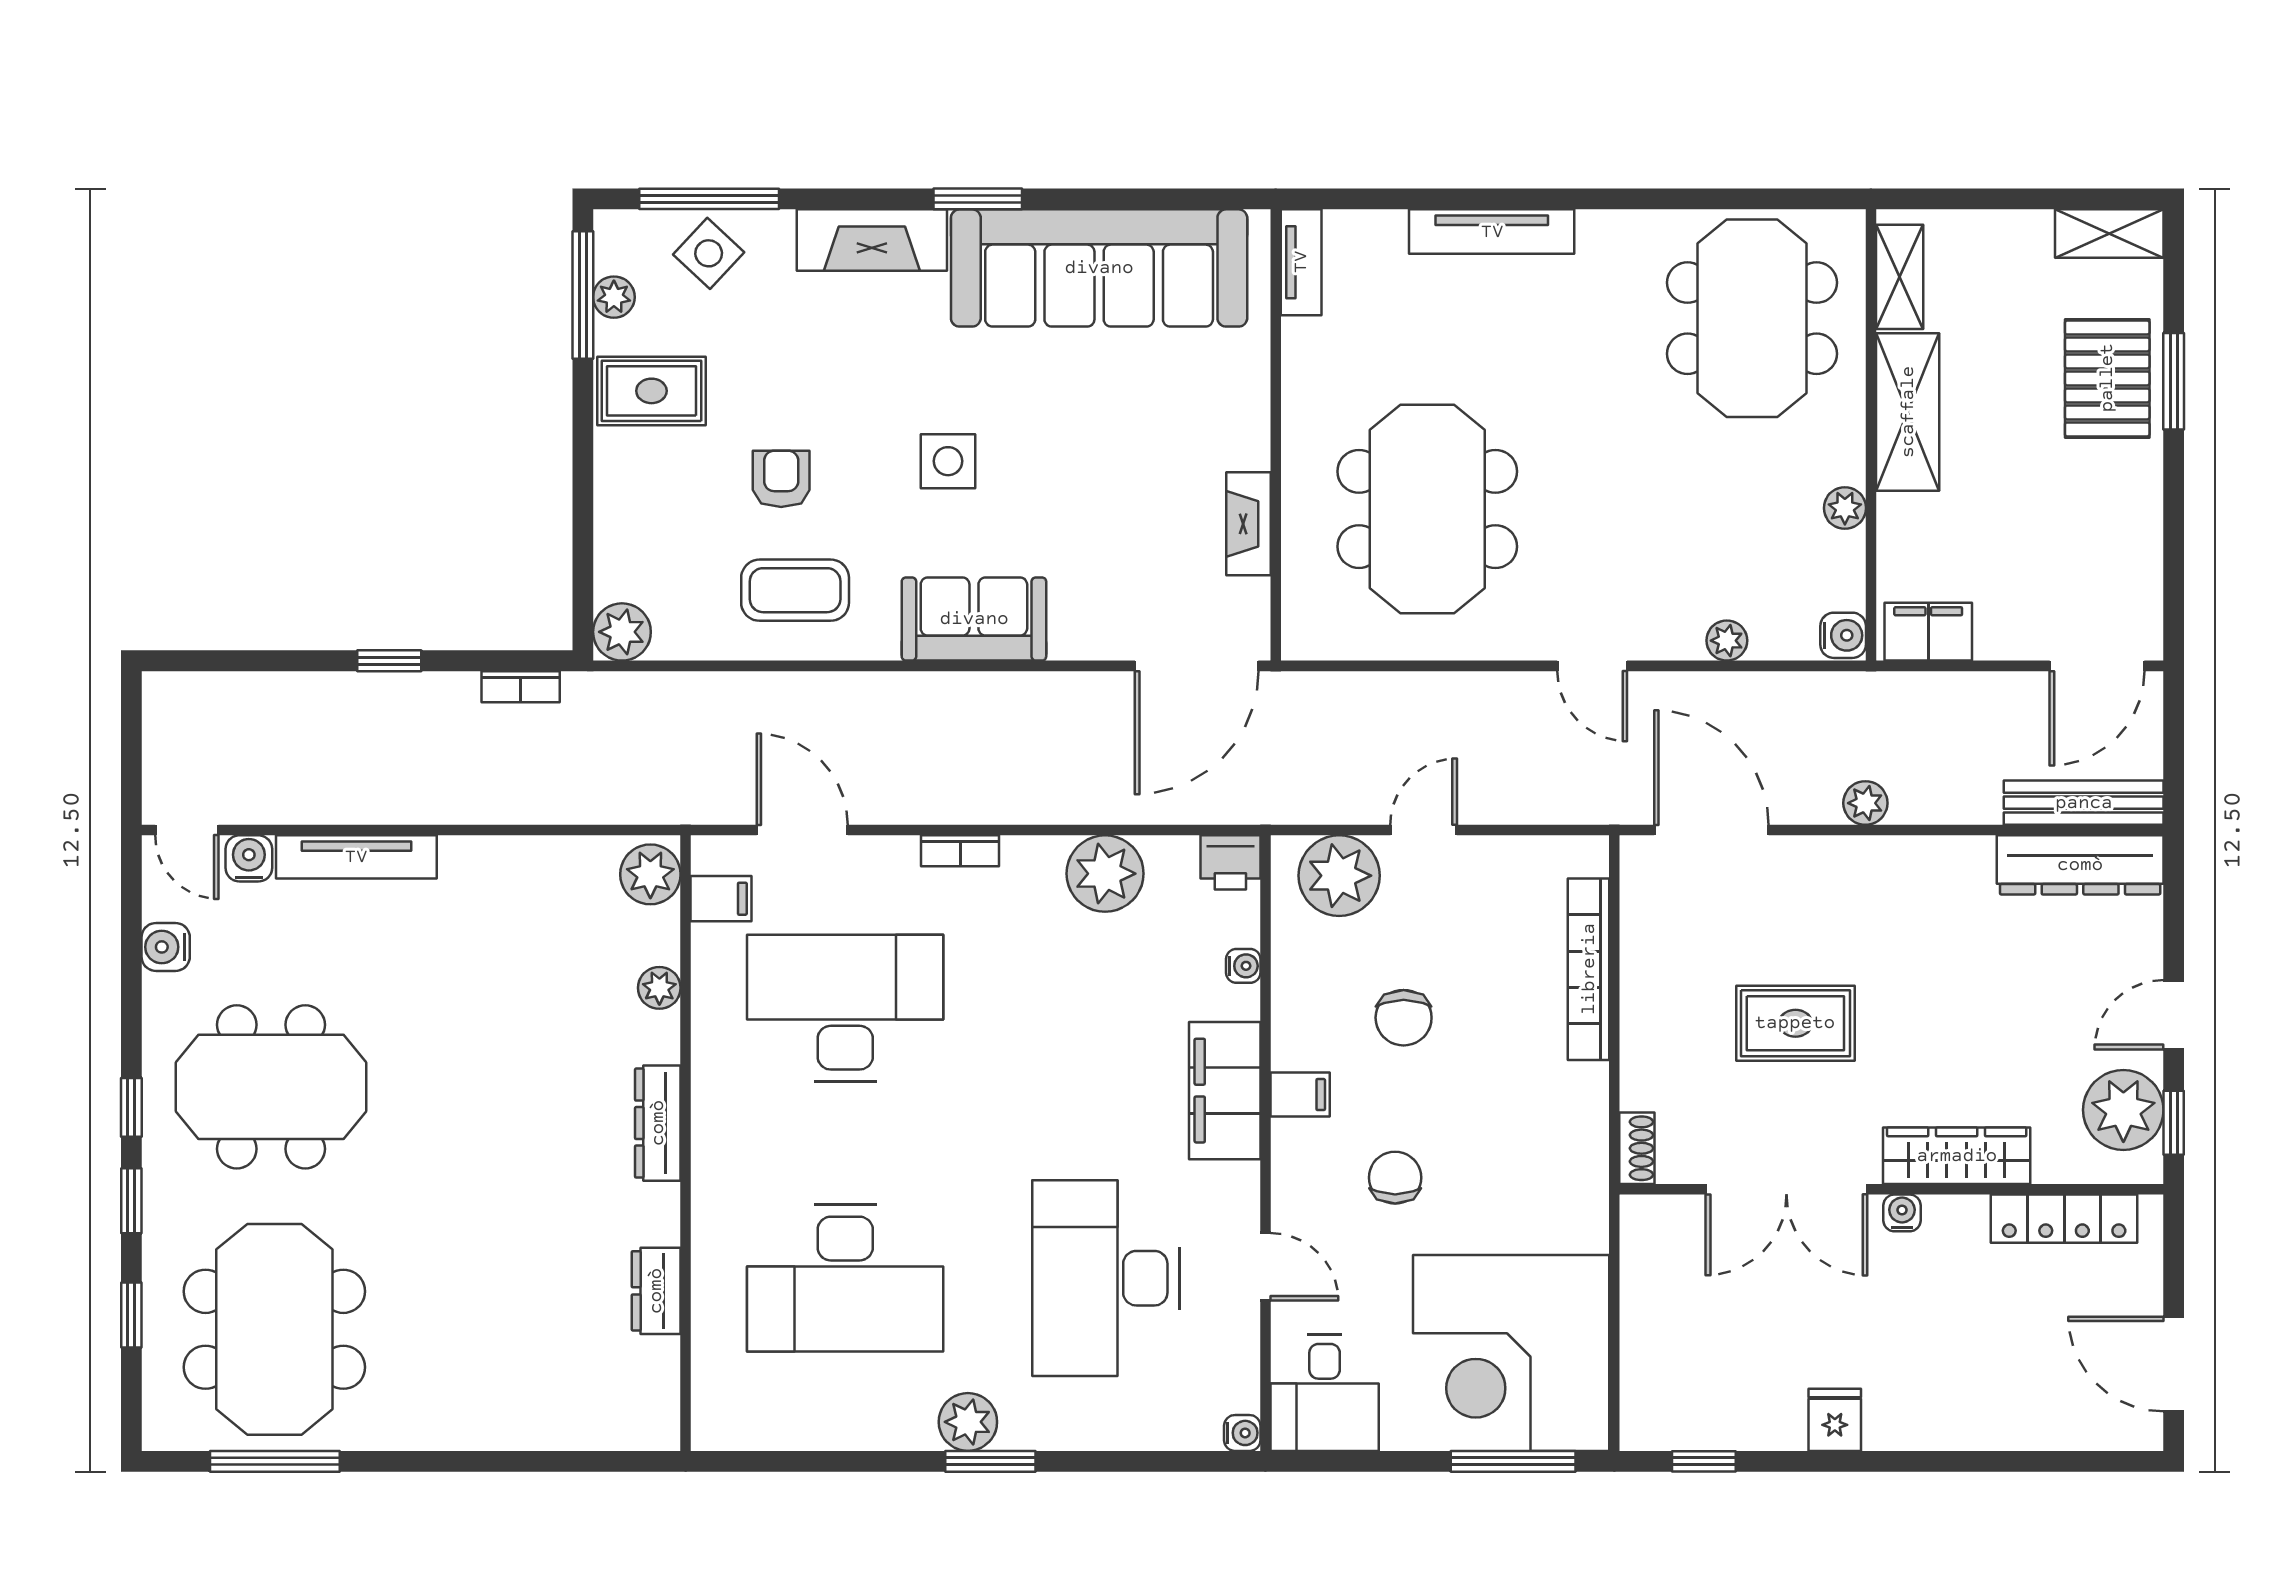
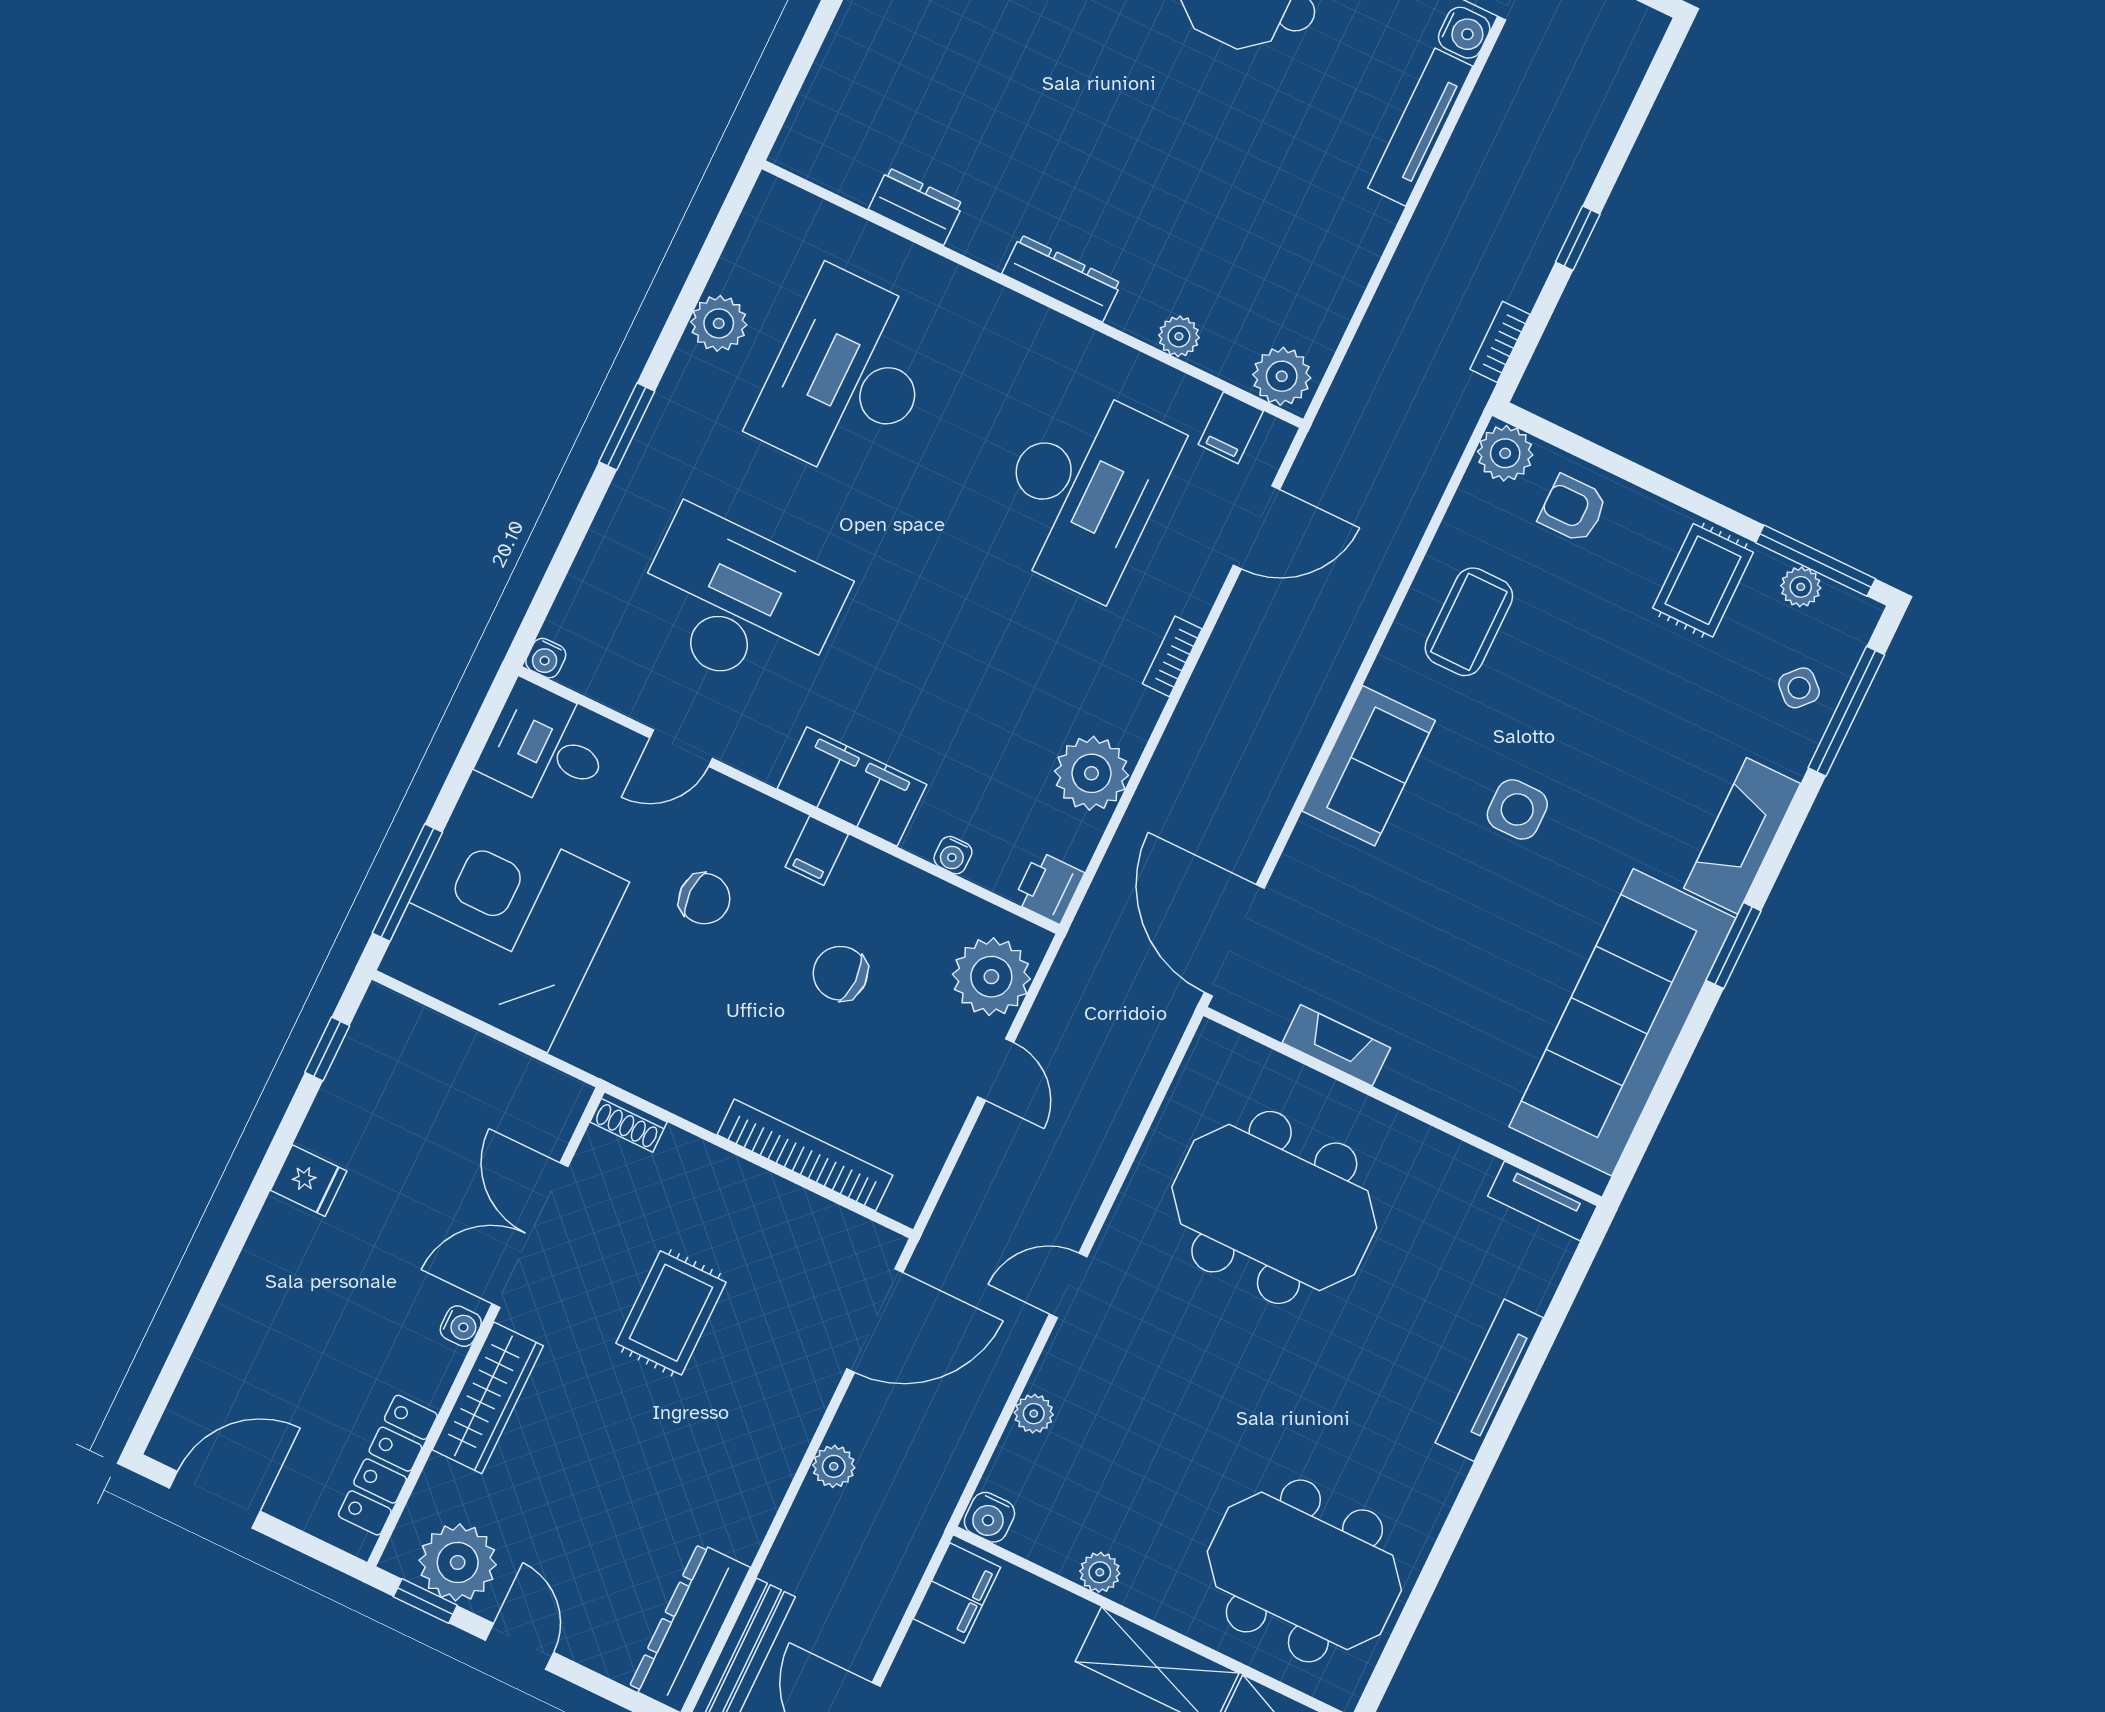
side table: (709, 253) -> (1799, 688), width x0.73, depth x0.73
armchair: (781, 479) -> (1573, 509), moved, turned 180
plant: (968, 1422) -> (719, 323), moved

